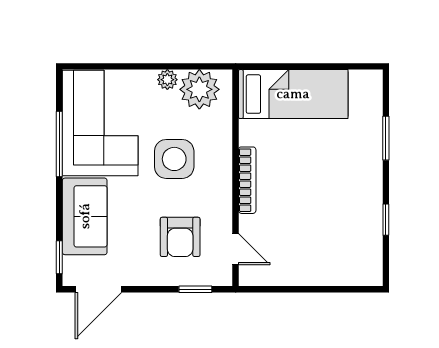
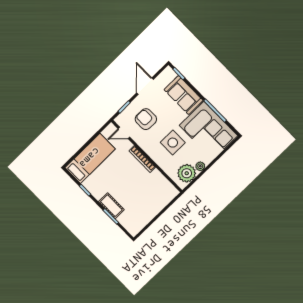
bed: (293, 94) -> (90, 158), moved, turned 180
cot: (368, 154) -> (111, 206), added
door: (98, 289) -> (145, 86), moved

